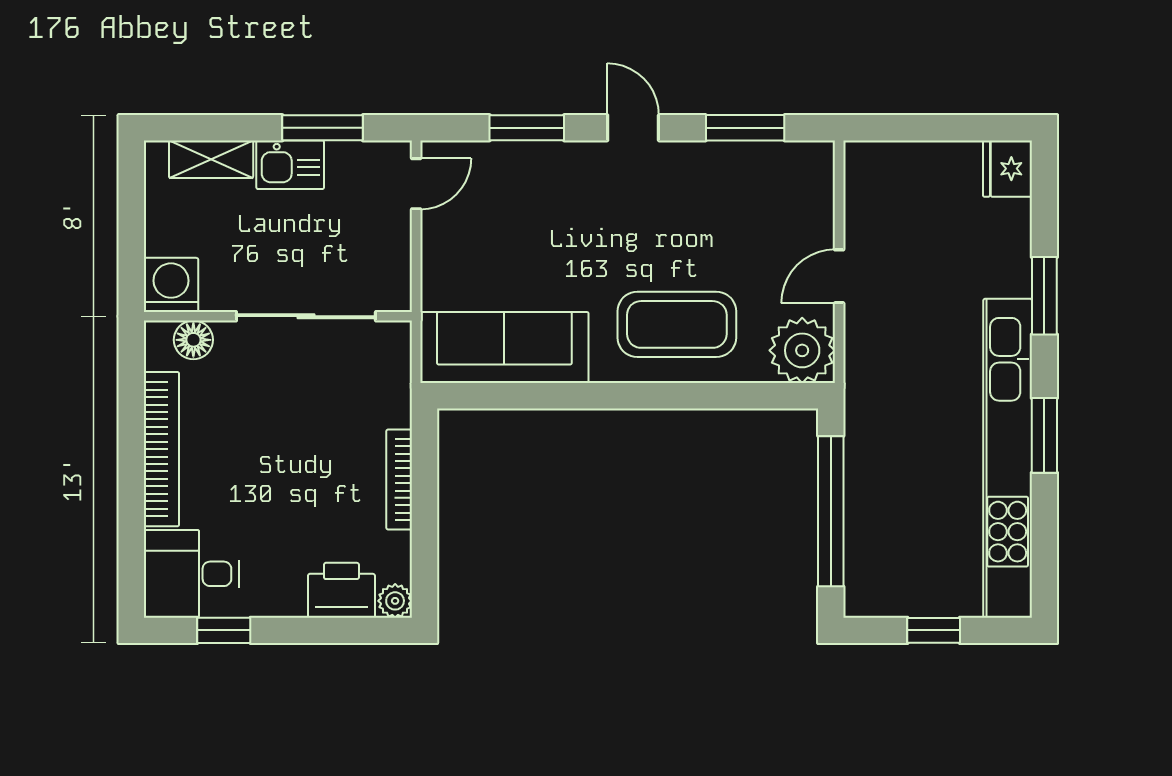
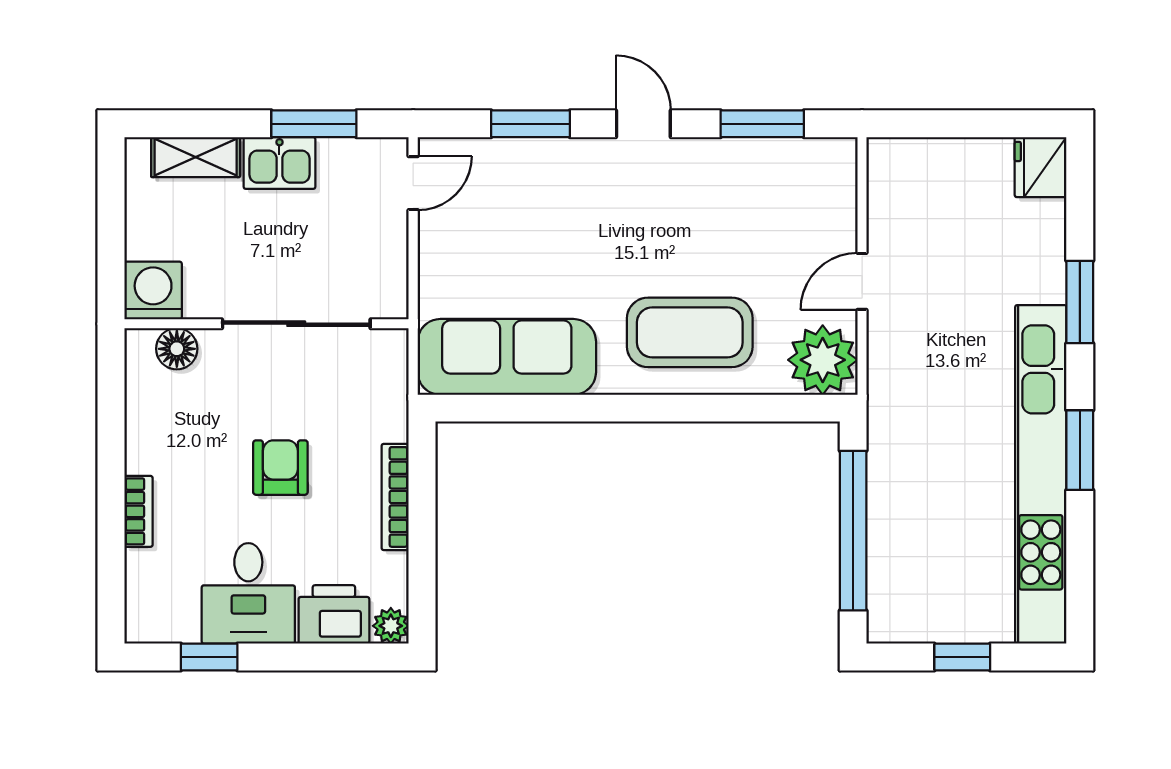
bookcase: (161, 449) -> (138, 511), width x0.43, depth x0.76
armchair: (291, 452) -> (280, 468), added
desk: (191, 574) -> (248, 593), moved, turned -90

